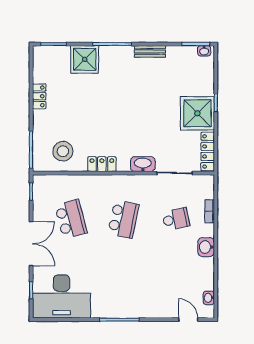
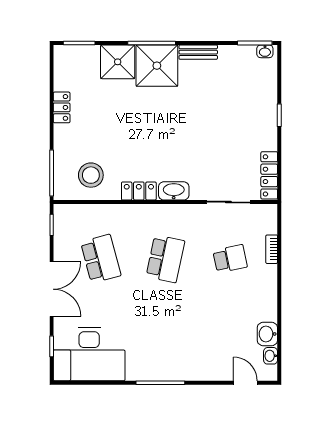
shower: (197, 113) -> (157, 66), moved
washbasin: (143, 164) -> (174, 191), moved
washbasin: (206, 247) -> (267, 334), moved

